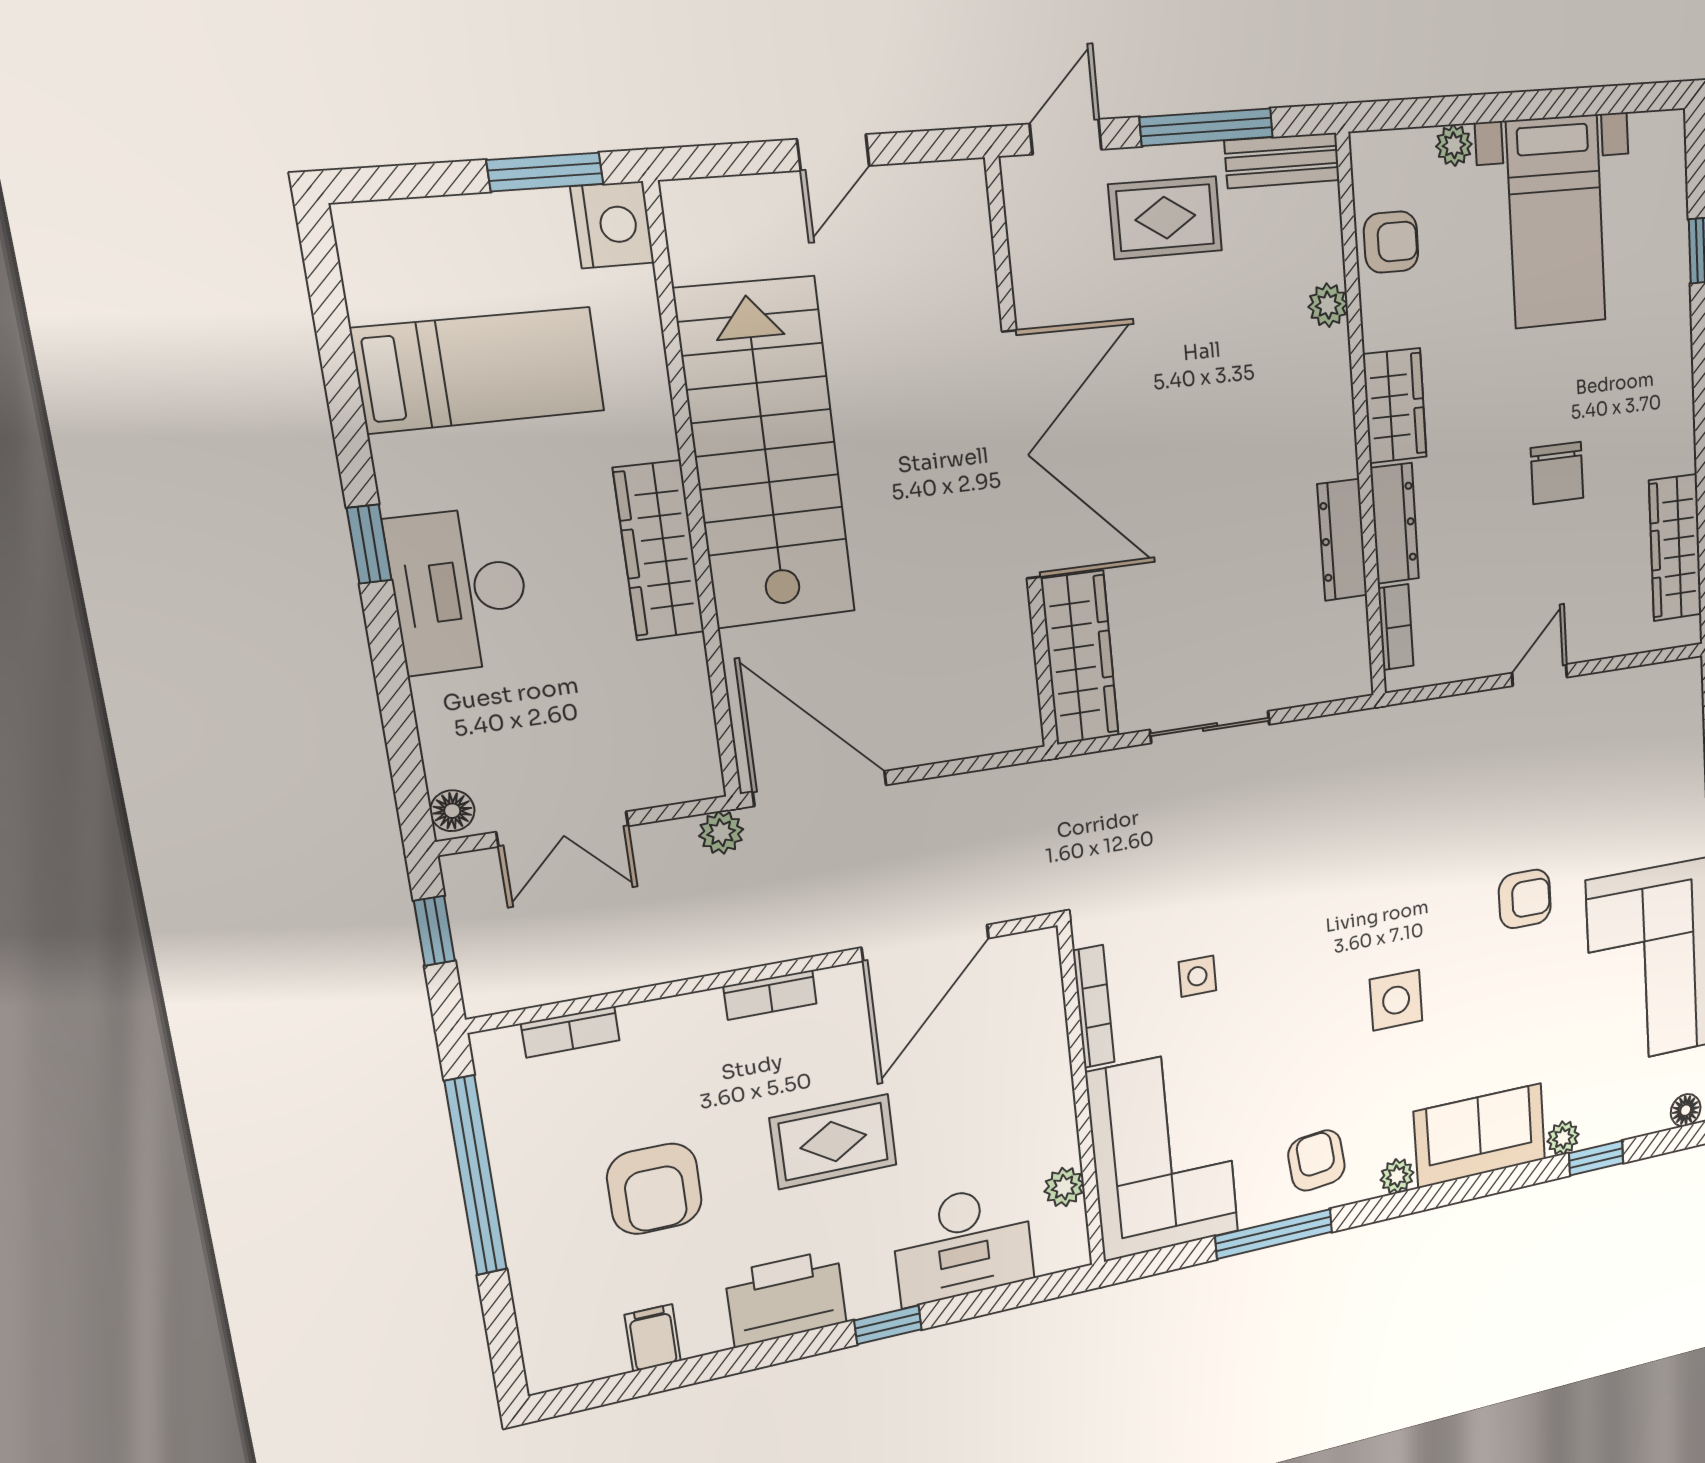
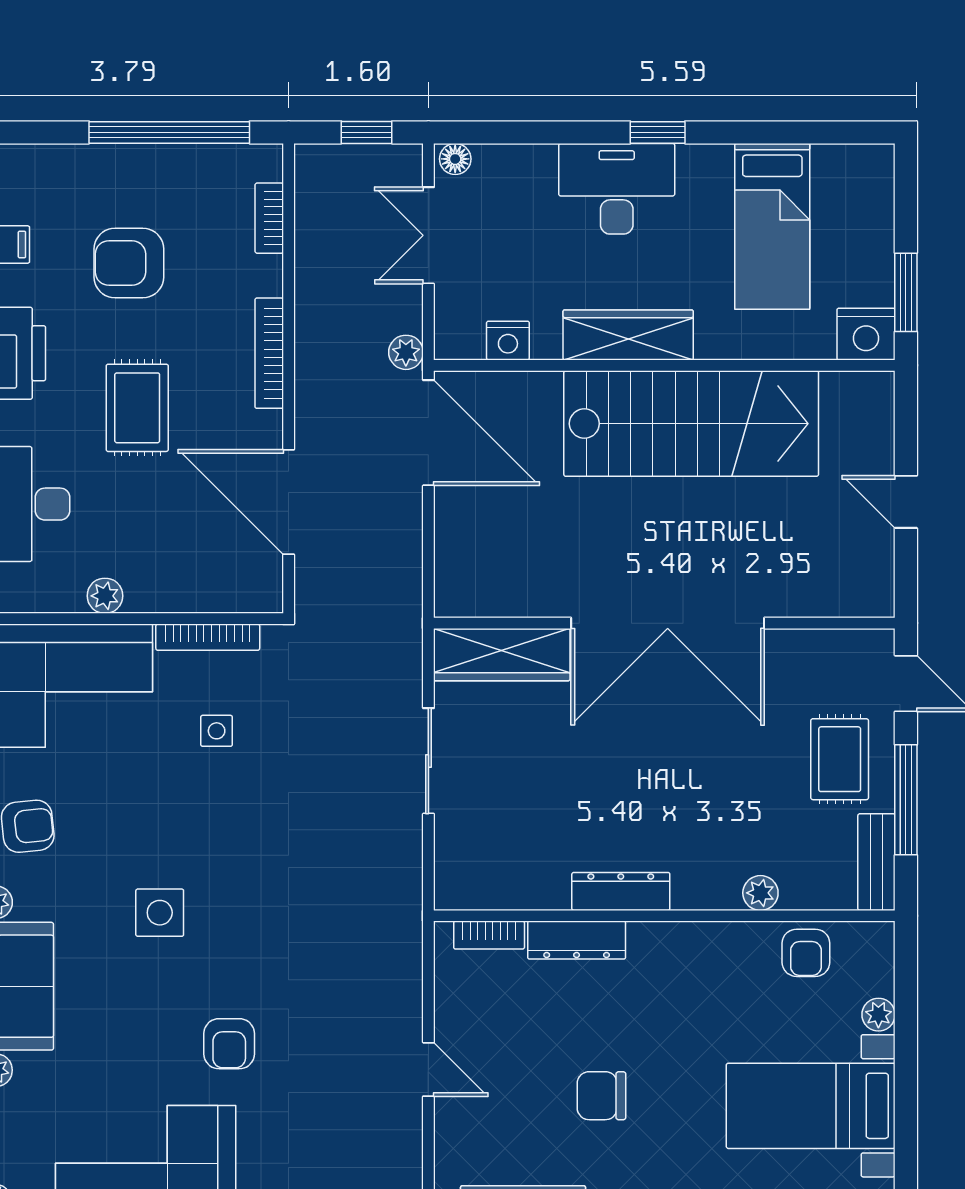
wardrobe: (1395, 406) -> (674, 947), removed
dresser: (1342, 540) -> (621, 891), moved
nightstand: (688, 706) -> (508, 341), added
door: (820, 788) -> (428, 433), hinge flipped
bookcase: (770, 995) -> (269, 353), width x1.56
plant: (1064, 1187) -> (105, 596), moved

